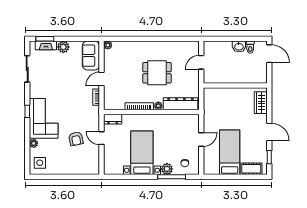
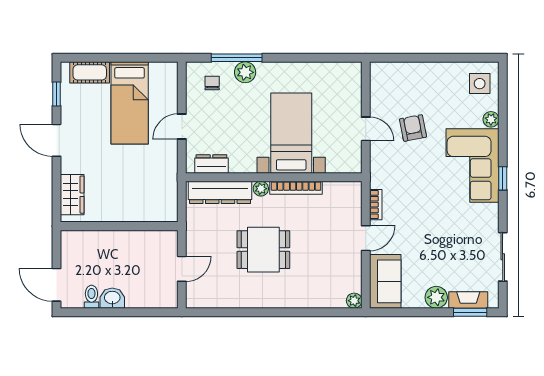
dresser: (113, 119) -> (211, 164), moved
bed with nightstands: (142, 153) -> (291, 133), moved, turned 180

